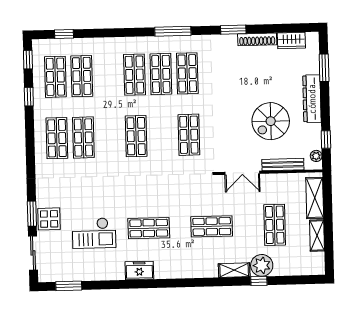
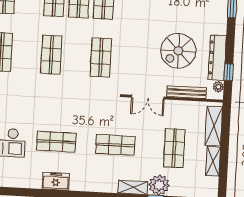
dresser: (312, 99) -> (217, 58), moved
freezer: (139, 270) -> (56, 181), moved

